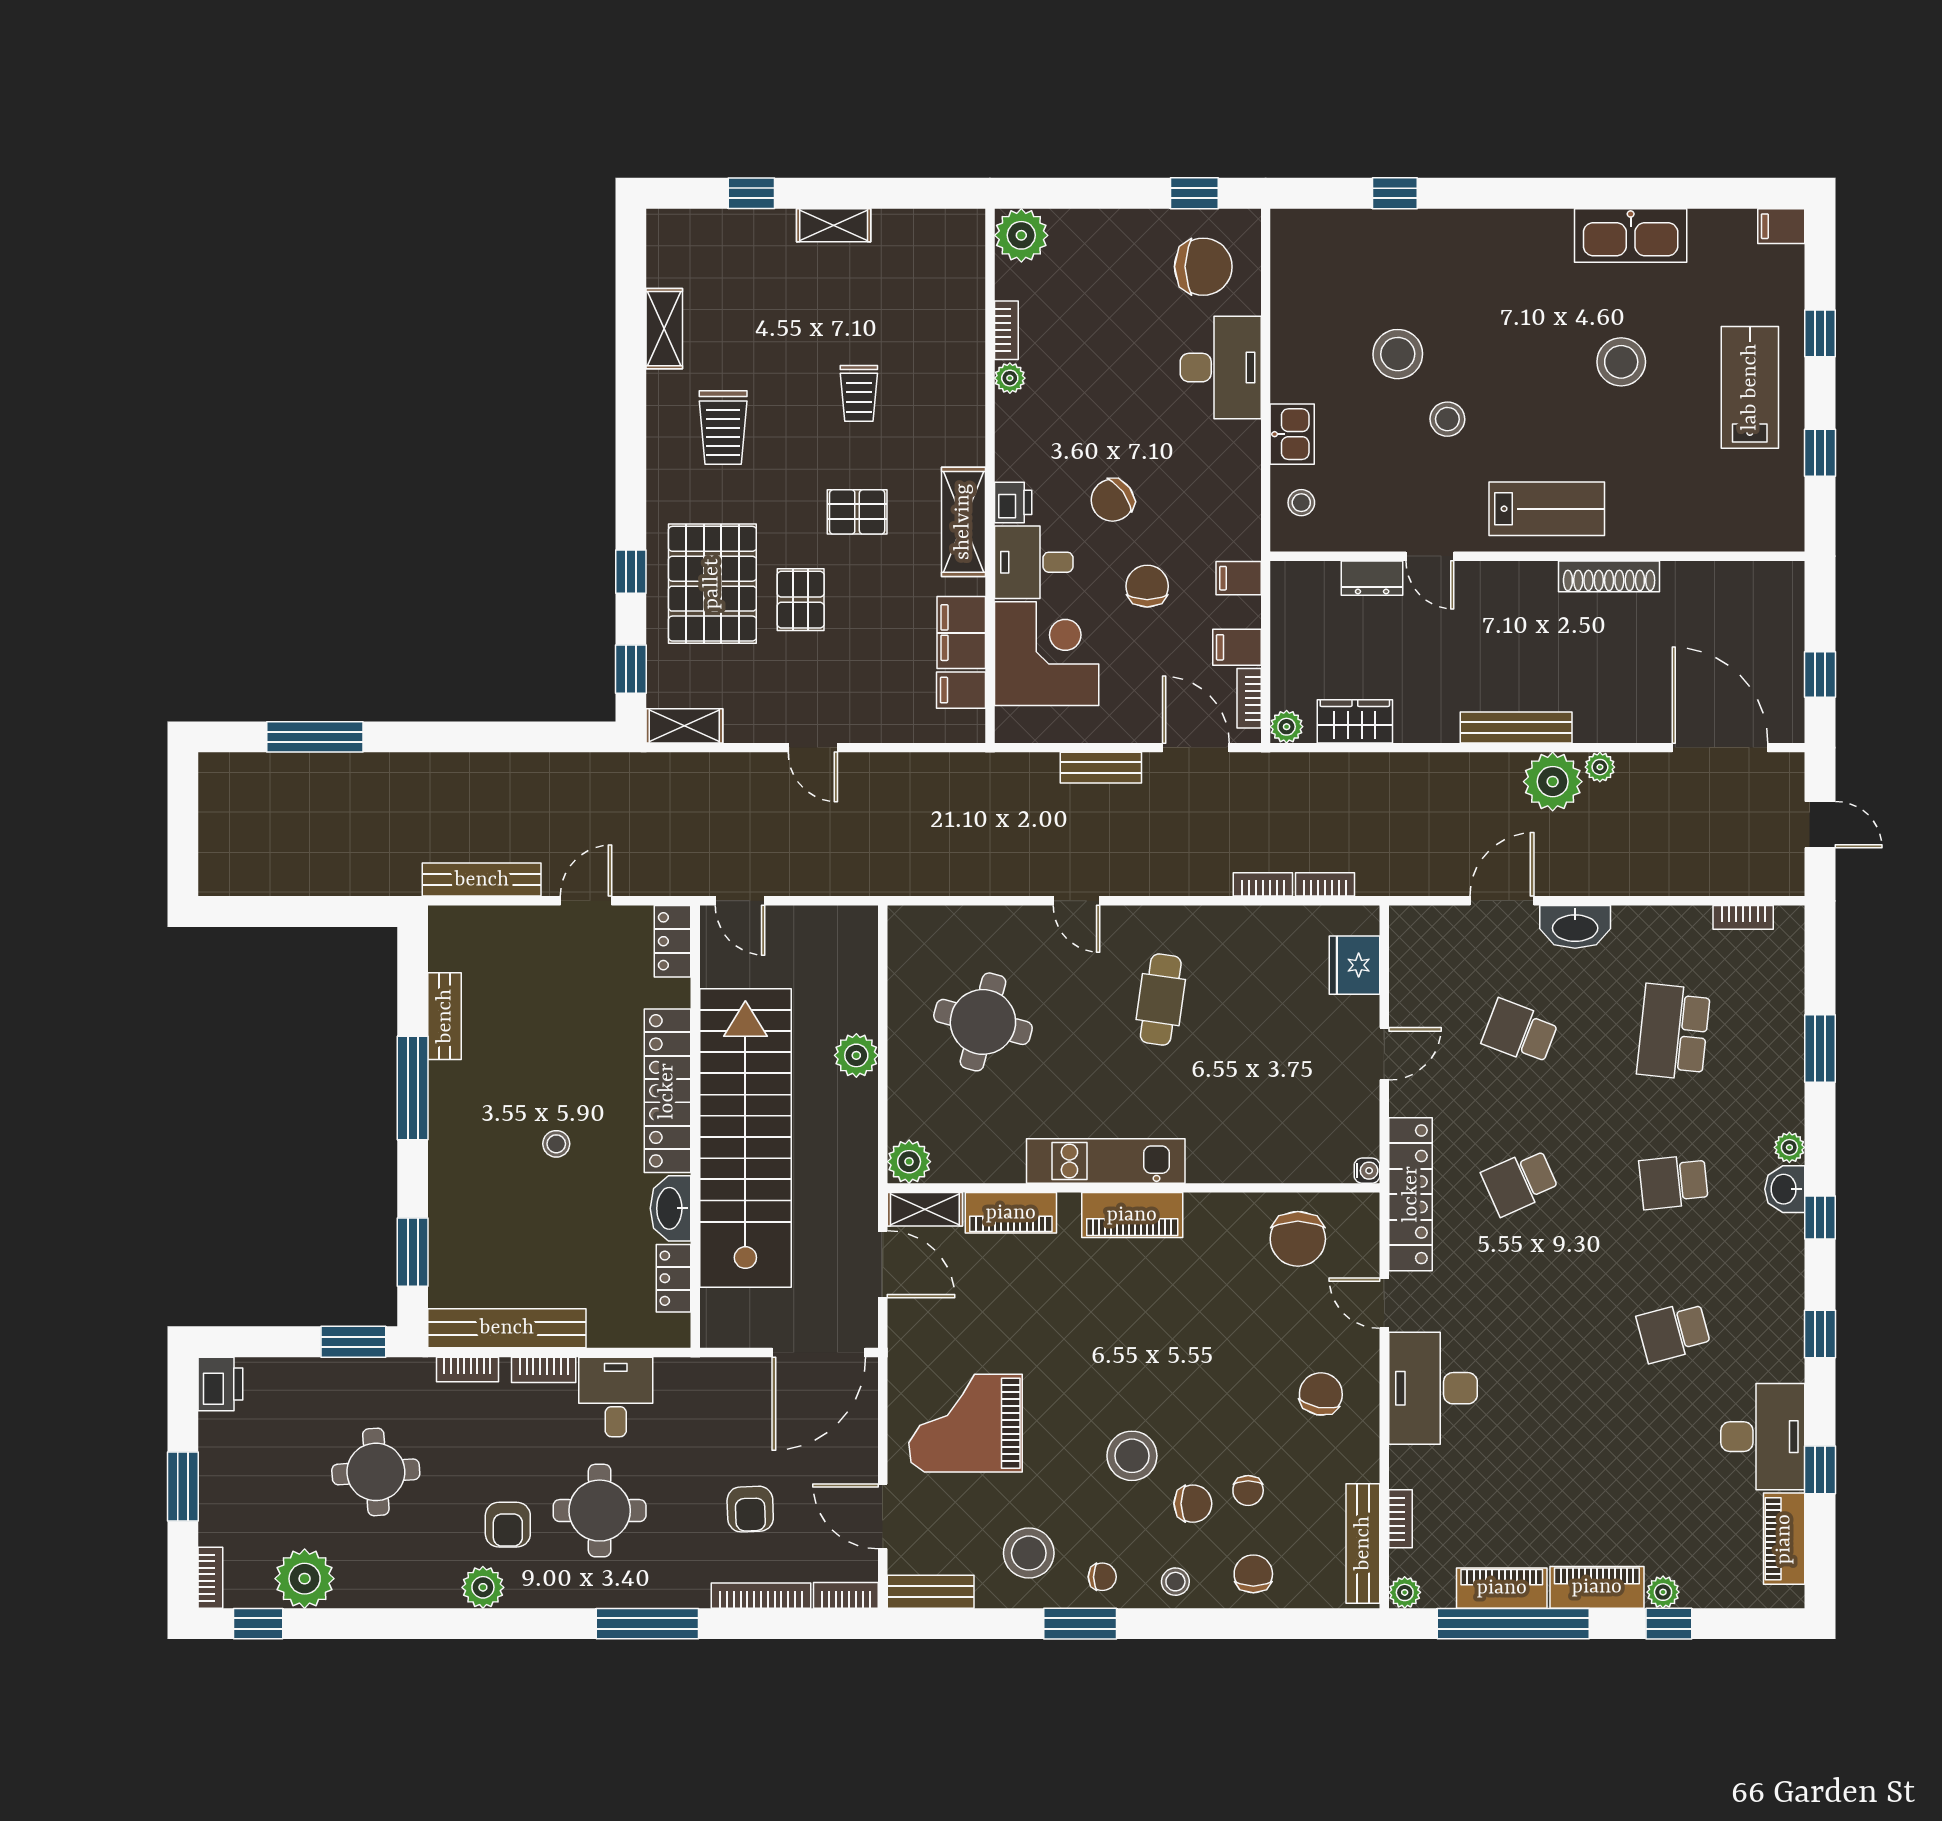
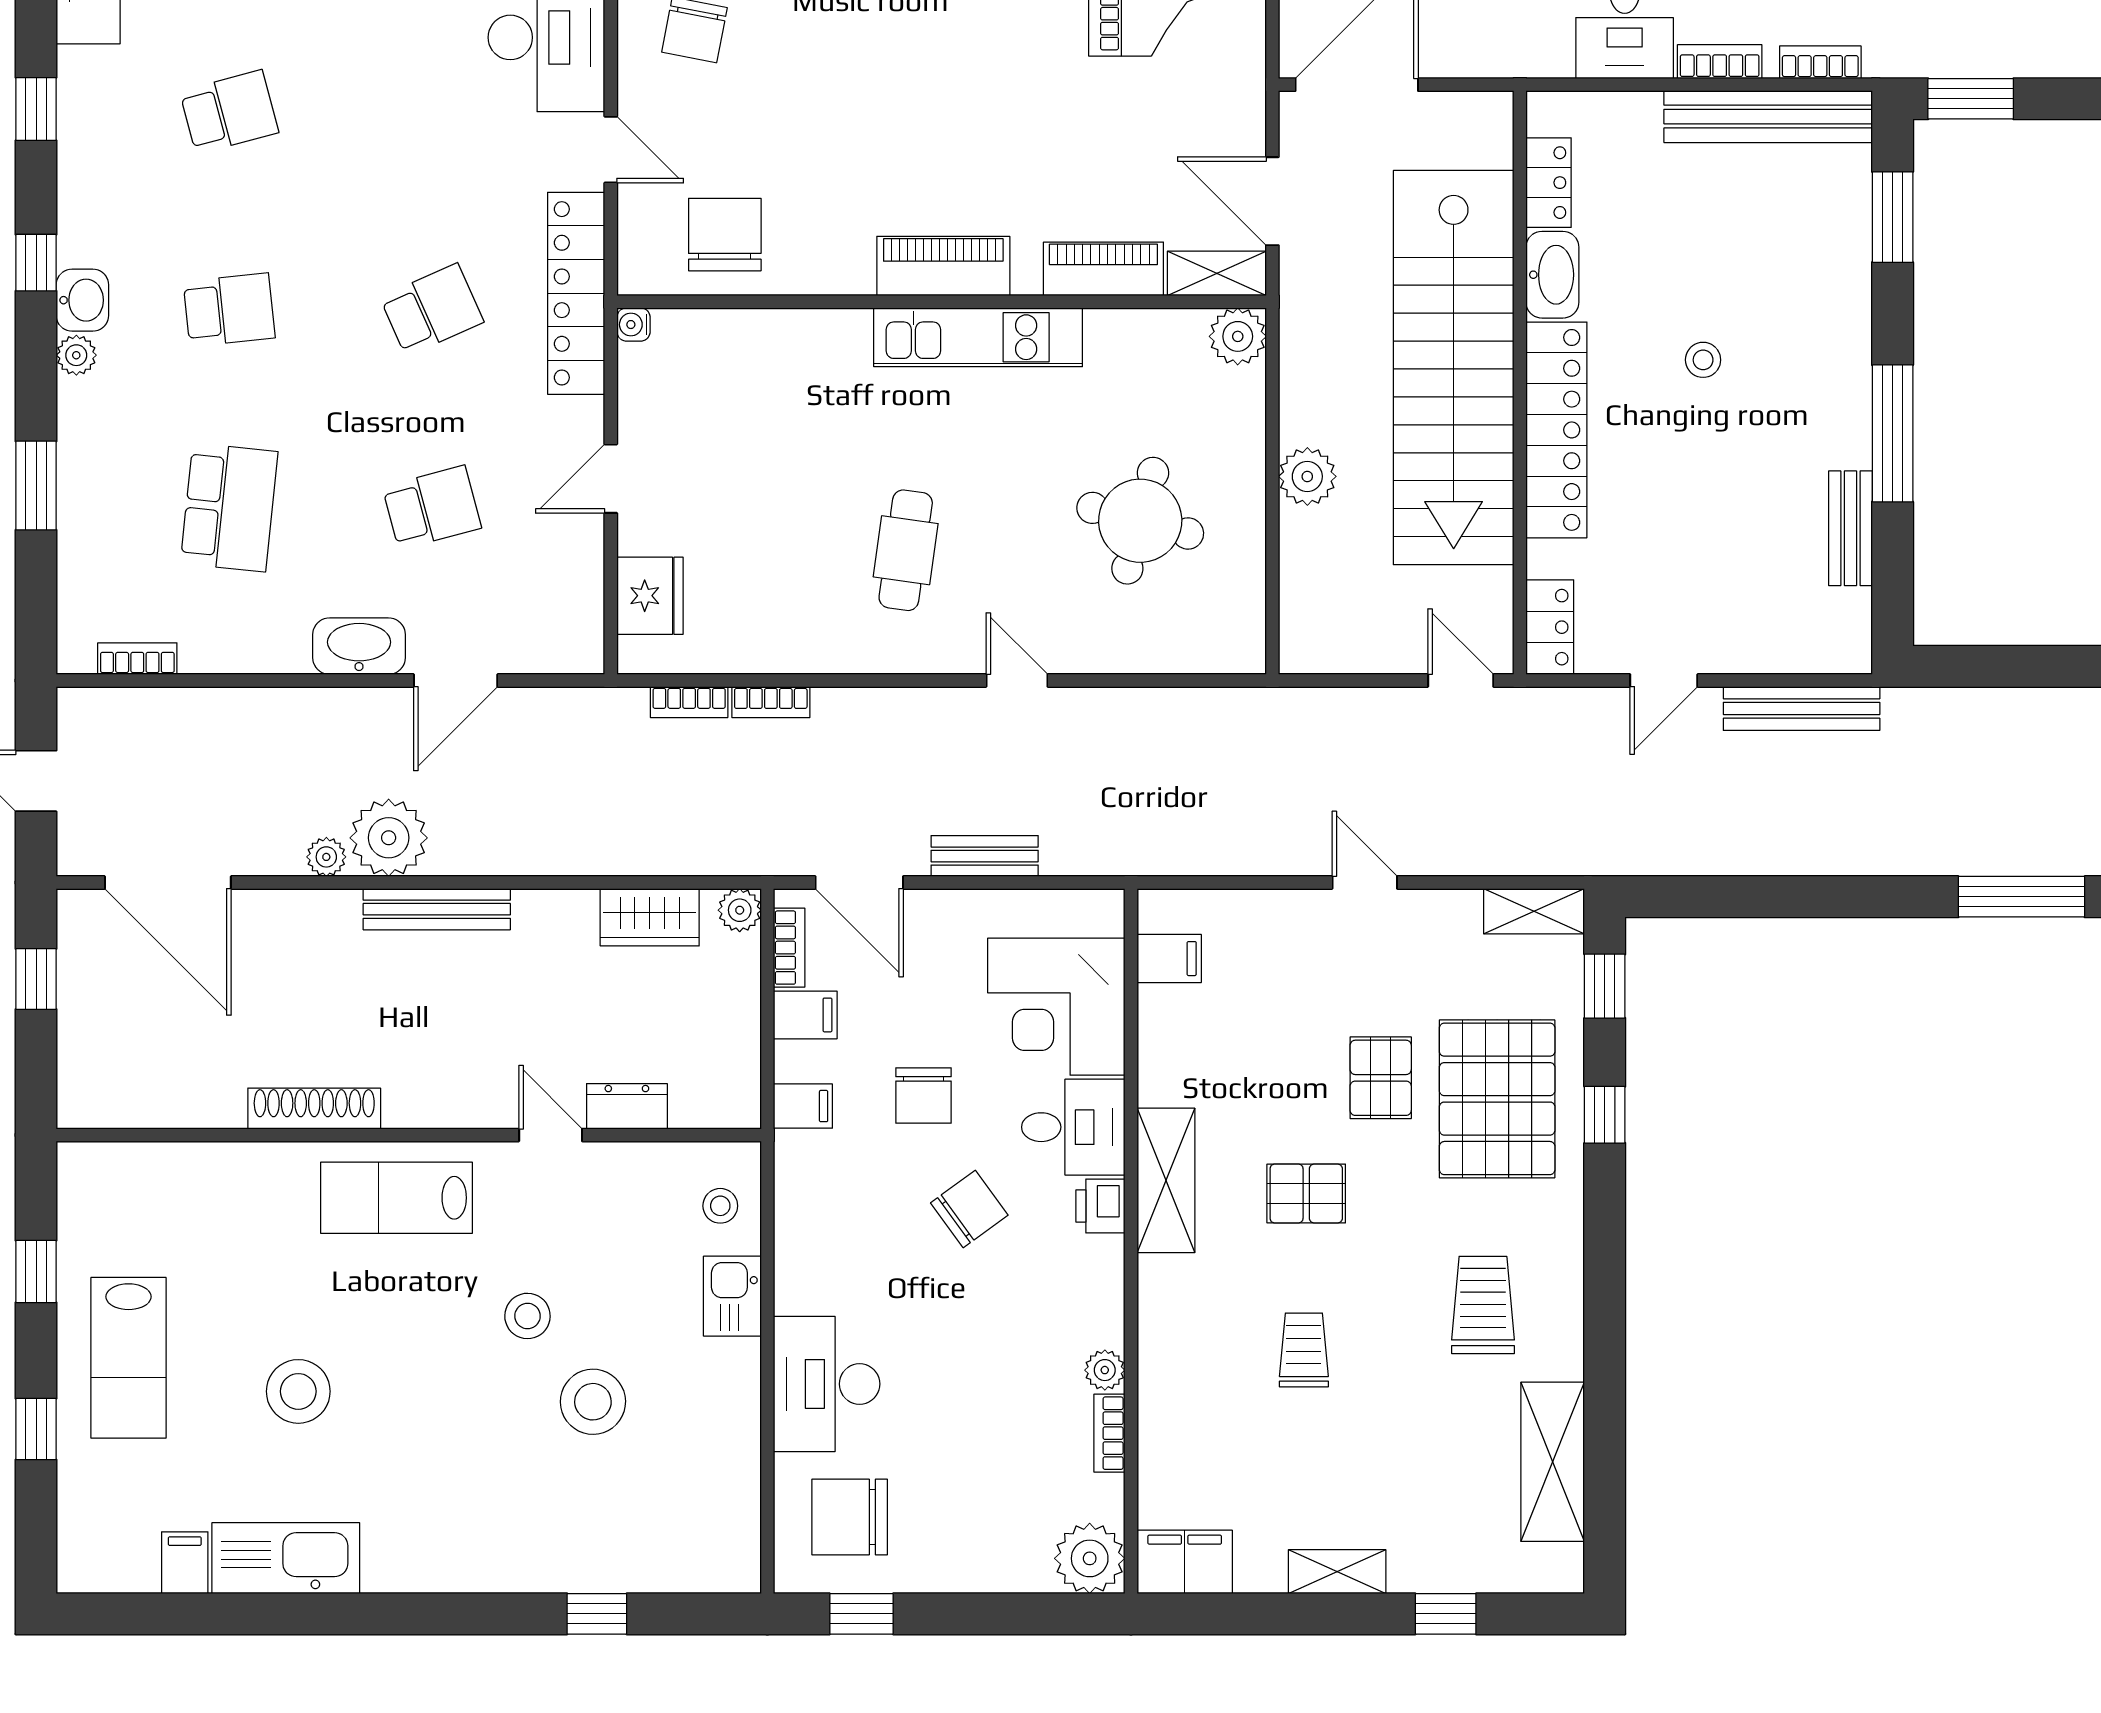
filing cabinet: (1781, 226) -> (185, 1563), moved, turned -90
shelving: (664, 329) -> (1553, 1462), width x1.50, depth x1.33
filing cabinet: (961, 633) -> (1185, 1562), moved, turned -90
school desk: (1520, 1032) -> (432, 507), turned -36

